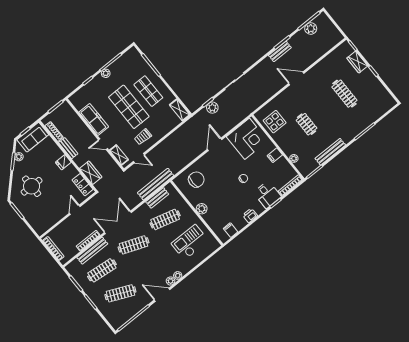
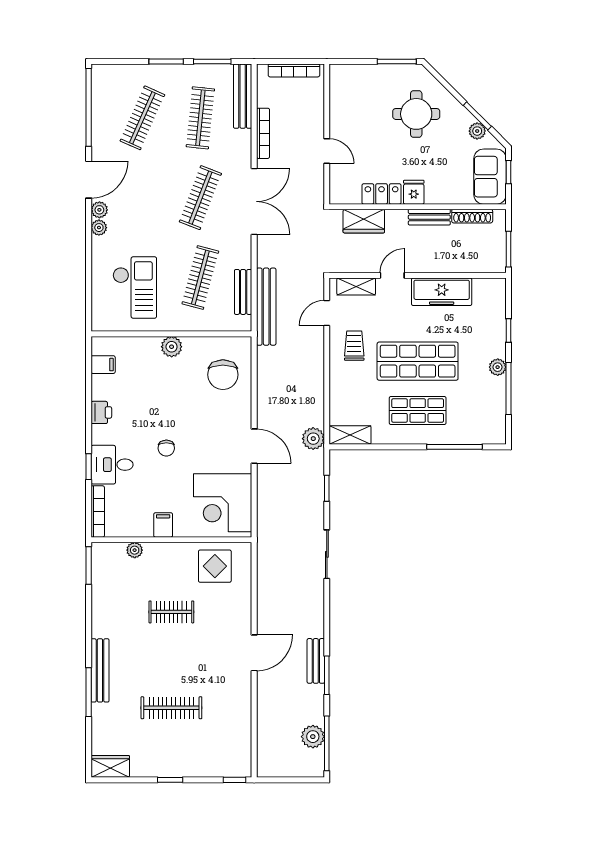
wardrobe: (357, 62) -> (110, 766), moved
plant: (212, 108) -> (313, 439), moved
bench: (330, 152) -> (100, 670), moved
locker: (83, 185) -> (382, 194), moved
bench: (92, 251) -> (243, 96), moved

